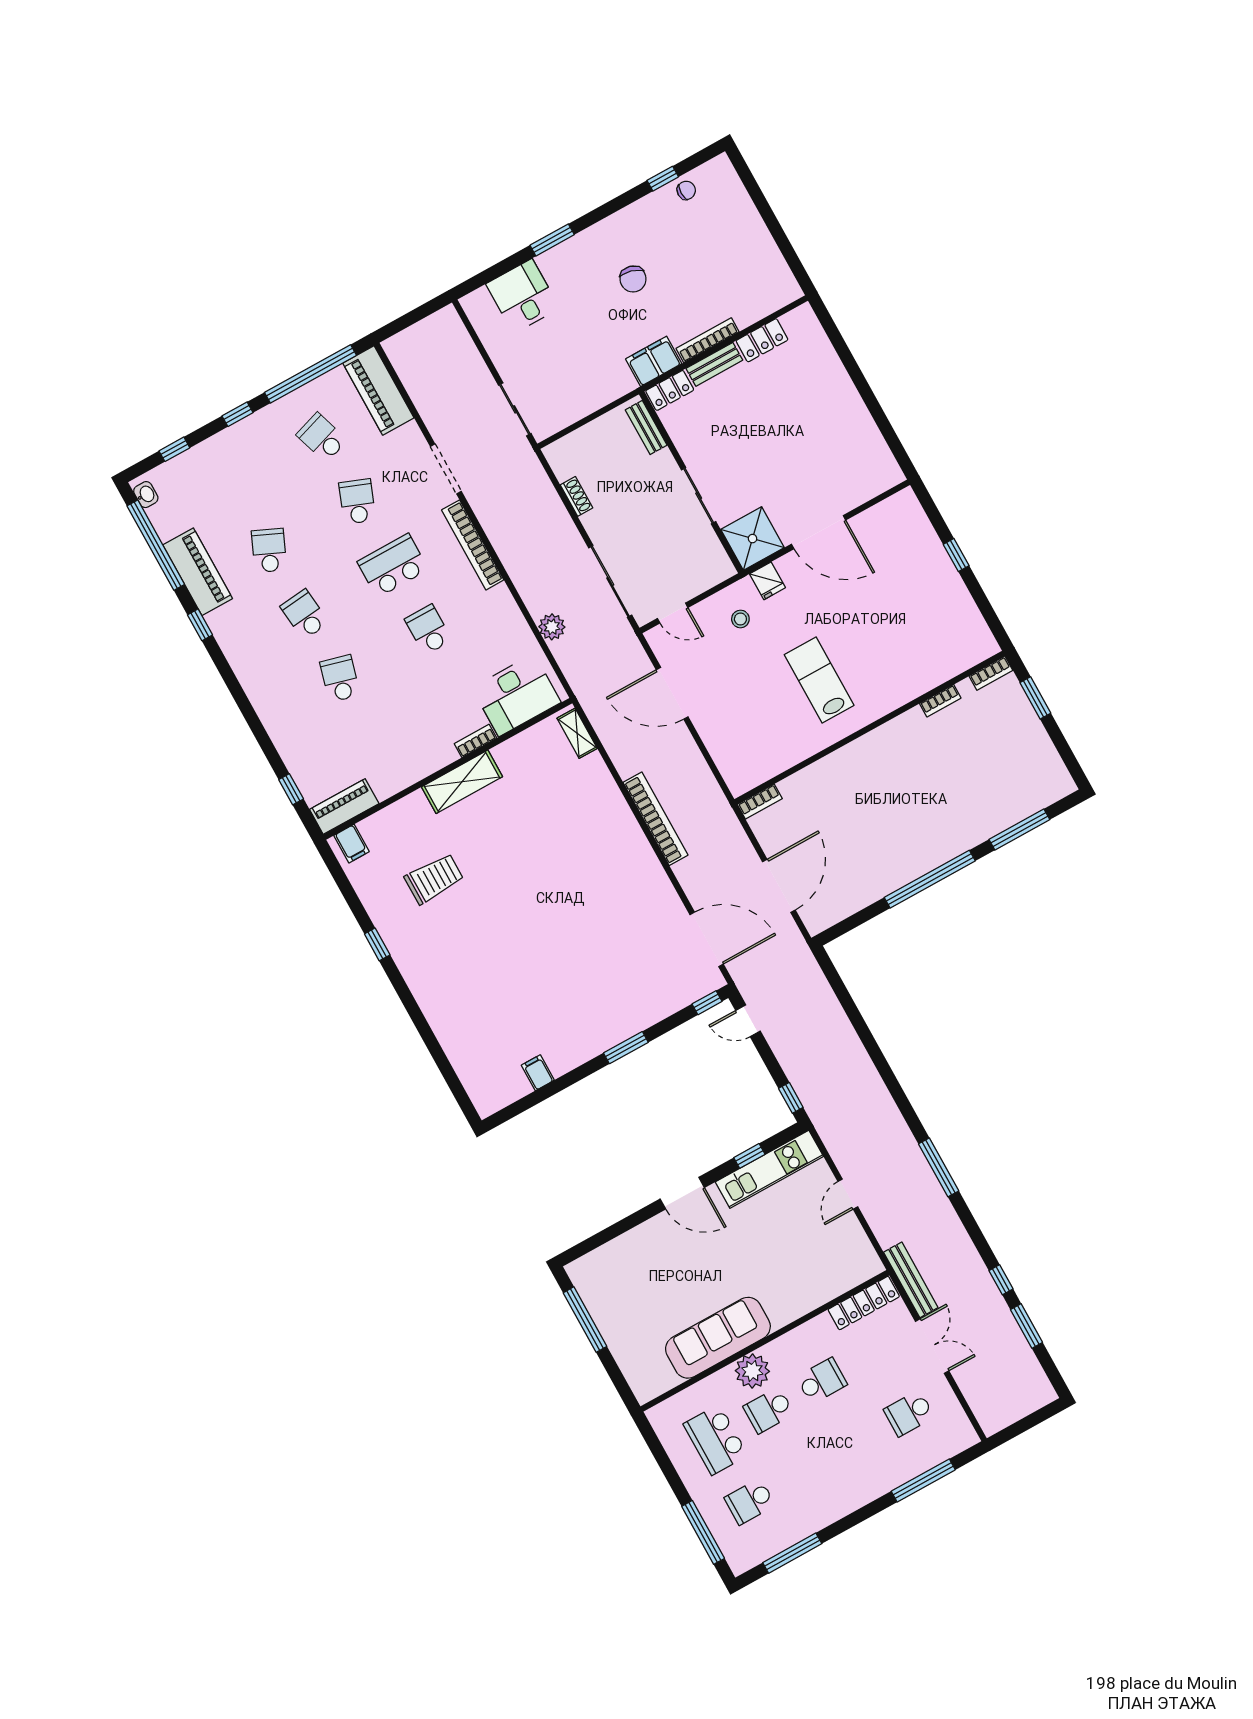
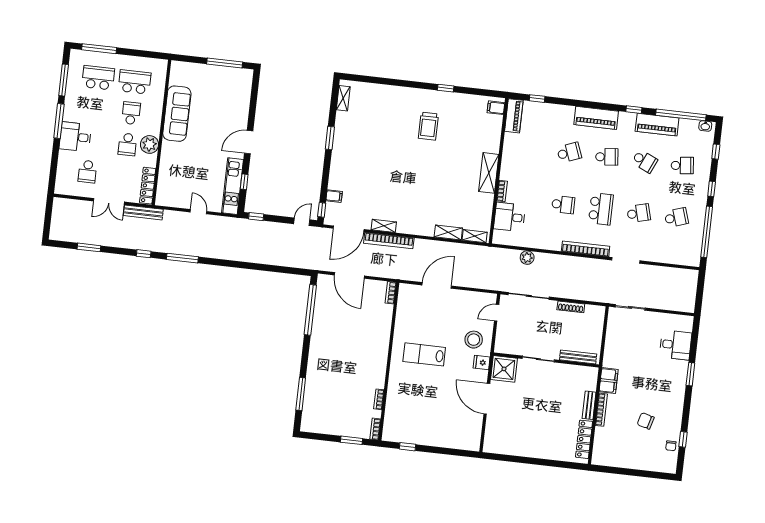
chair: (633, 279) -> (646, 421), moved
locker: (762, 340) -> (584, 439), width x1.53
piano: (378, 390) -> (596, 118), moved, turned 180
locker: (670, 390) -> (591, 379), removed
bench: (646, 427) -> (578, 357), width x1.36
school desk: (234, 486) -> (682, 165), added
shoe rack: (576, 496) -> (571, 307), width x1.43
school desk: (357, 502) -> (639, 213), turned -36
door: (819, 532) -> (487, 399), hinge flipped
window: (956, 555) -> (407, 447), moved
stool: (740, 619) -> (474, 340), width x1.89, depth x1.89
school desk: (340, 679) -> (569, 153), turned -36
lab bench: (819, 680) -> (424, 354), turned 180
door: (672, 693) -> (437, 285), moved
desk: (516, 695) -> (510, 217), width x0.73
shelving: (601, 779) -> (448, 232), added
bookcase: (656, 819) -> (389, 241), moved
trolley: (434, 879) -> (428, 126), moved
window: (930, 879) -> (310, 310), moved
shelving: (663, 887) -> (384, 226), added
window: (626, 1048) -> (330, 138), moved
filing cabinet: (538, 1073) -> (334, 196), moved
shelving: (508, 1094) -> (343, 98), added
window: (1001, 1280) -> (144, 254), moved
plant: (752, 1371) -> (149, 144), moved
school desk: (909, 1413) -> (87, 172), turned 180
desk: (868, 1471) -> (75, 137), added
window: (923, 1480) -> (59, 121), moved
school desk: (750, 1501) -> (98, 78), width x1.85

